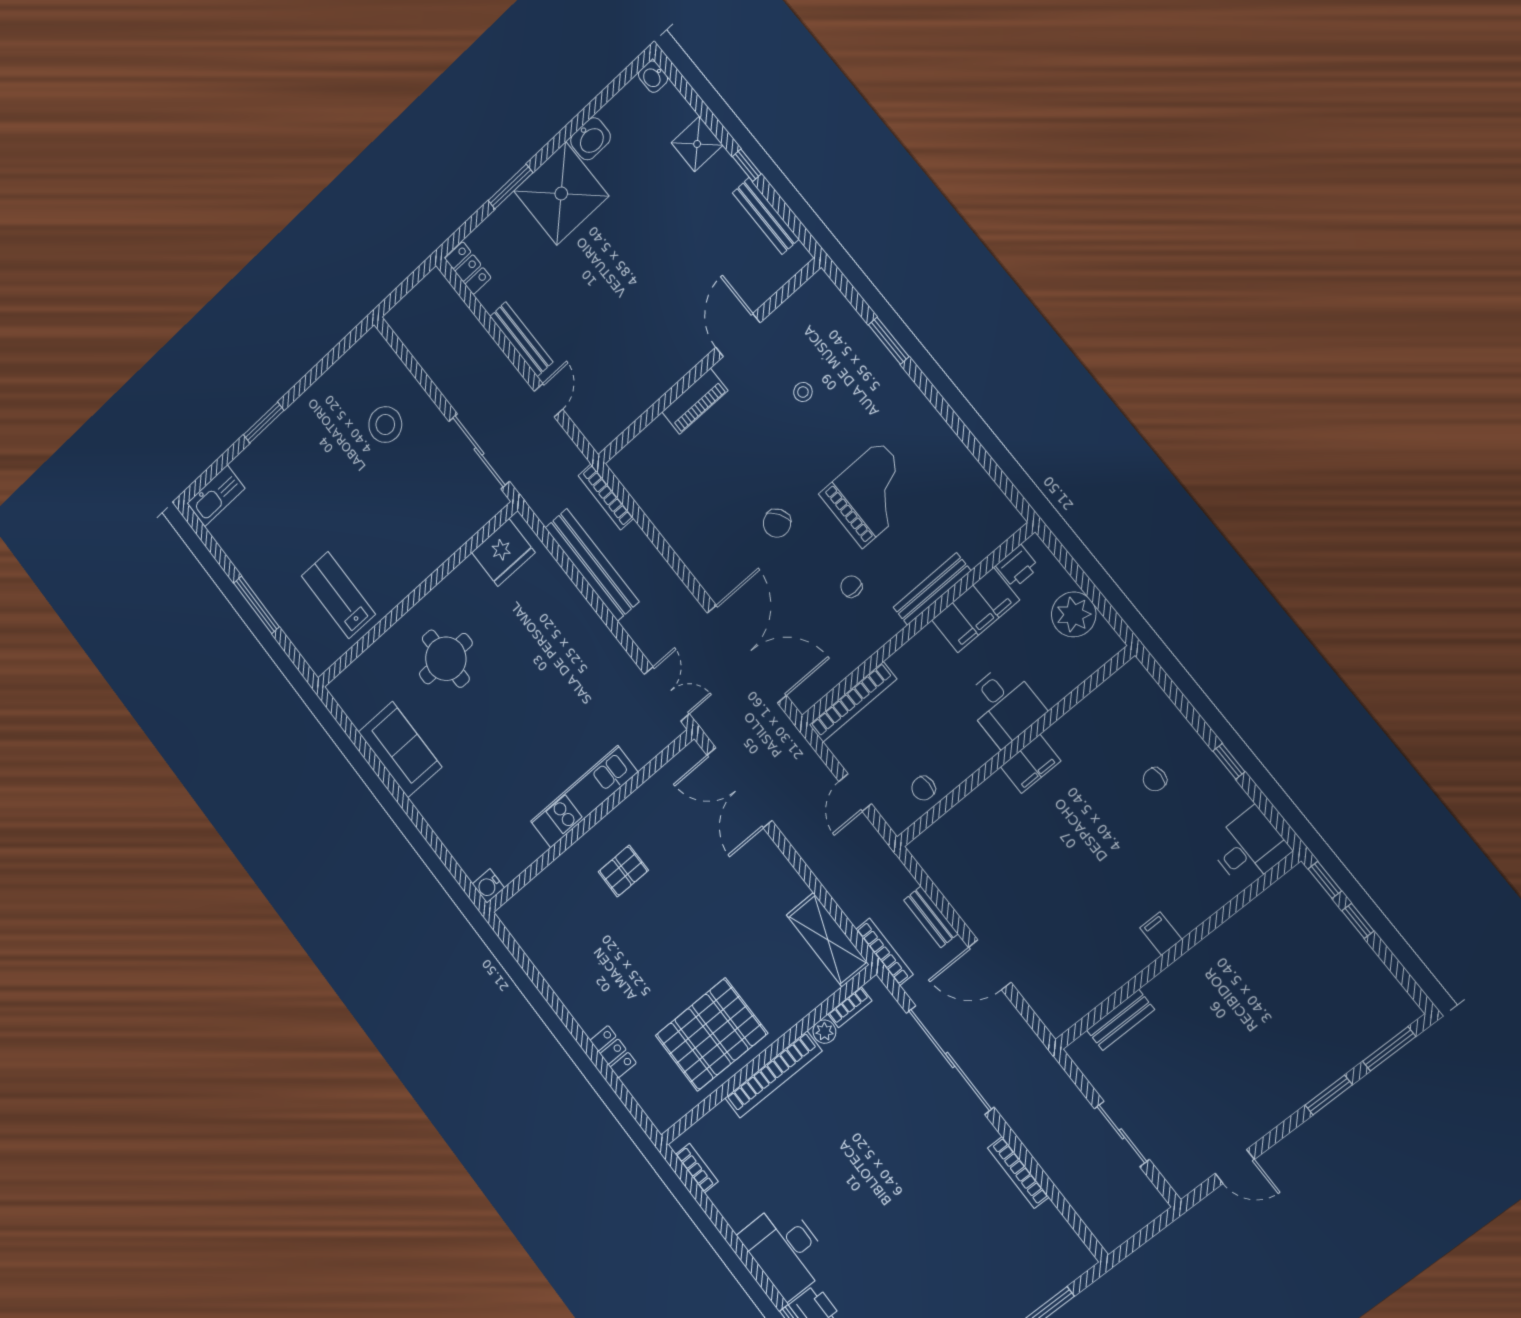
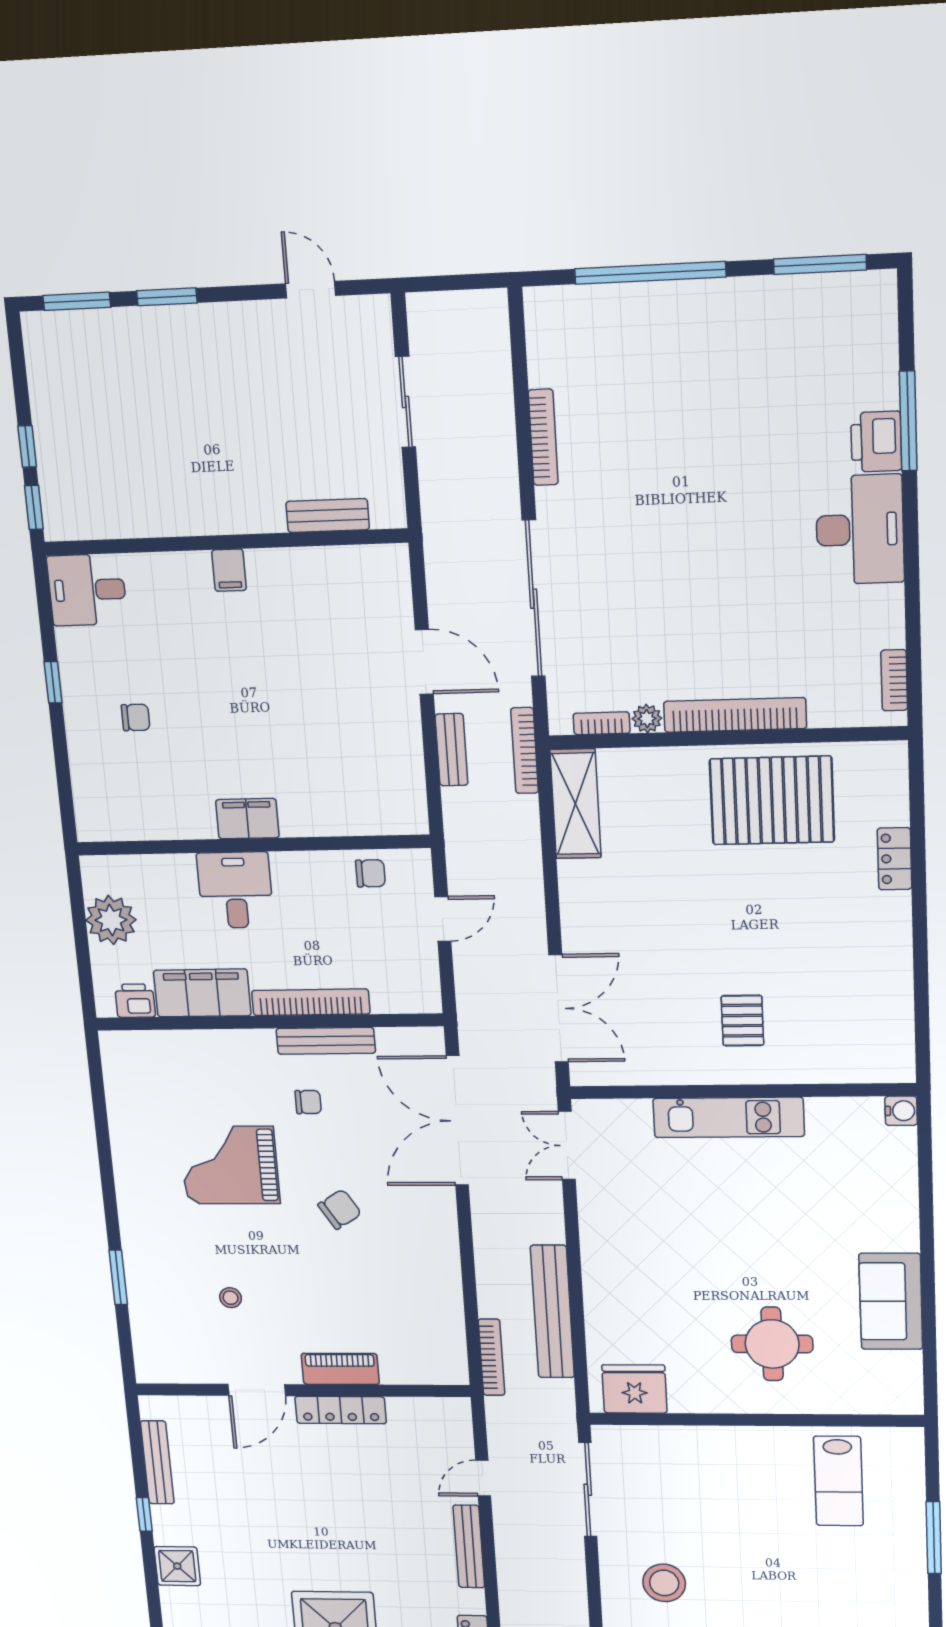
locker: (673, 369) -> (341, 1410), added
chair: (851, 587) -> (308, 1102), turned -90
bench: (932, 589) -> (326, 1041), moved
bookcase: (853, 702) -> (311, 1002), moved
pallet: (623, 871) -> (742, 1021), turned 90

